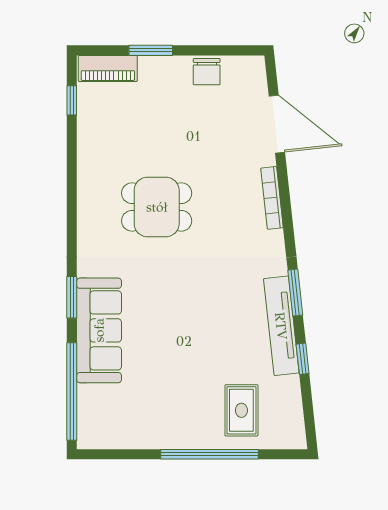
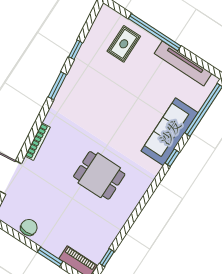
window: (72, 297) -> (172, 158), width x0.67
tv unit: (281, 326) -> (183, 63), moved, turned 96

